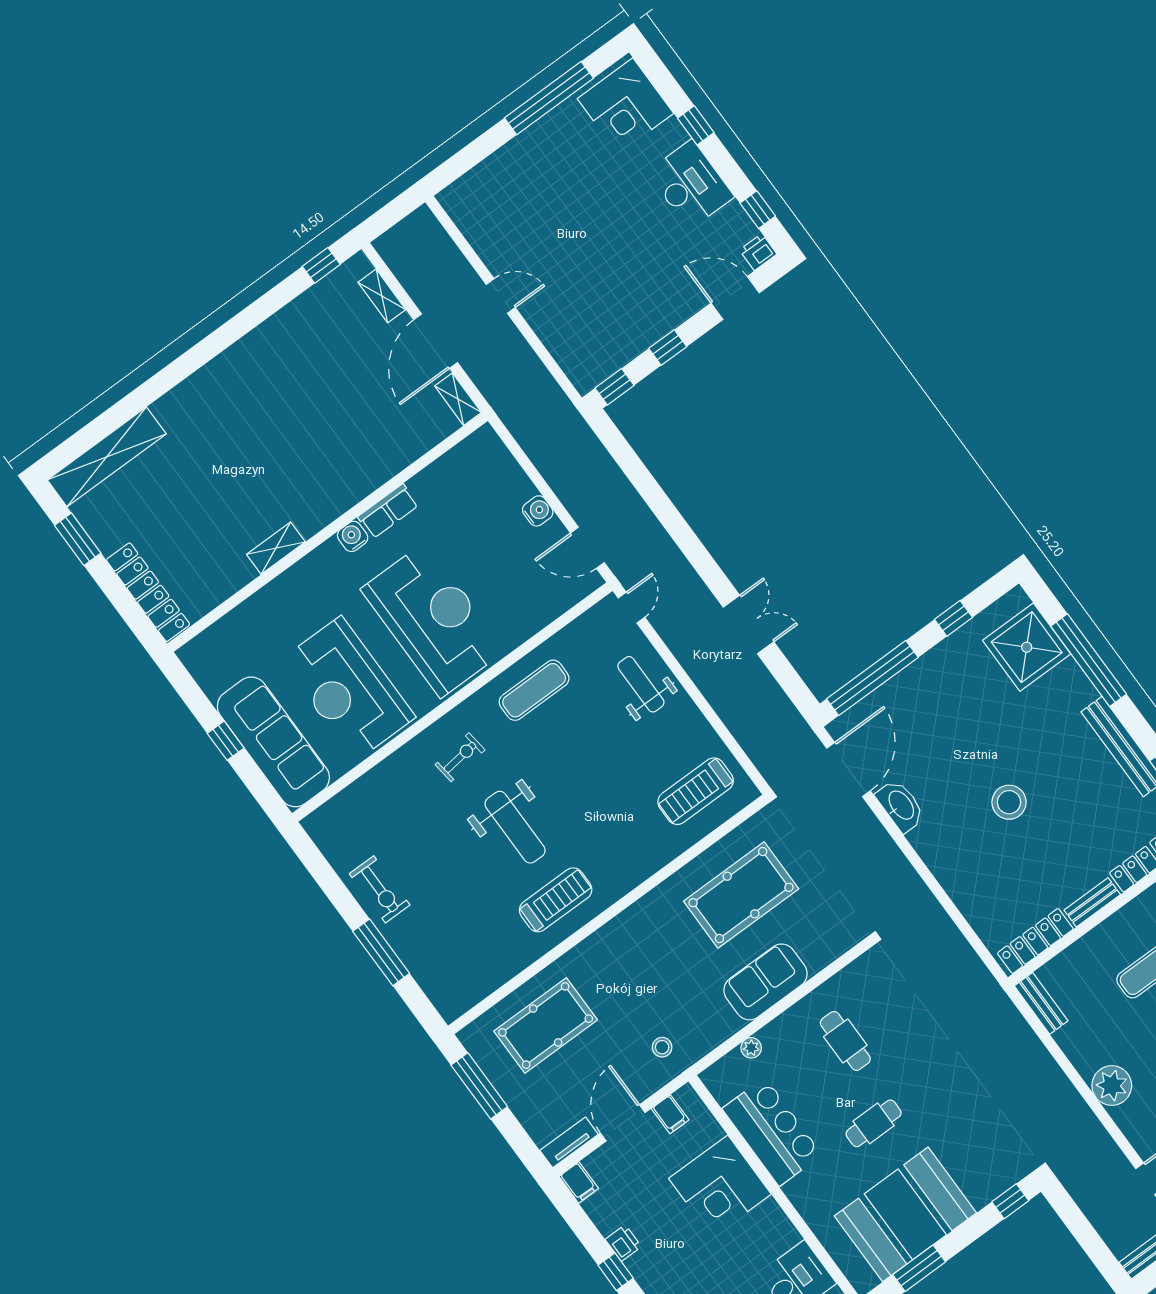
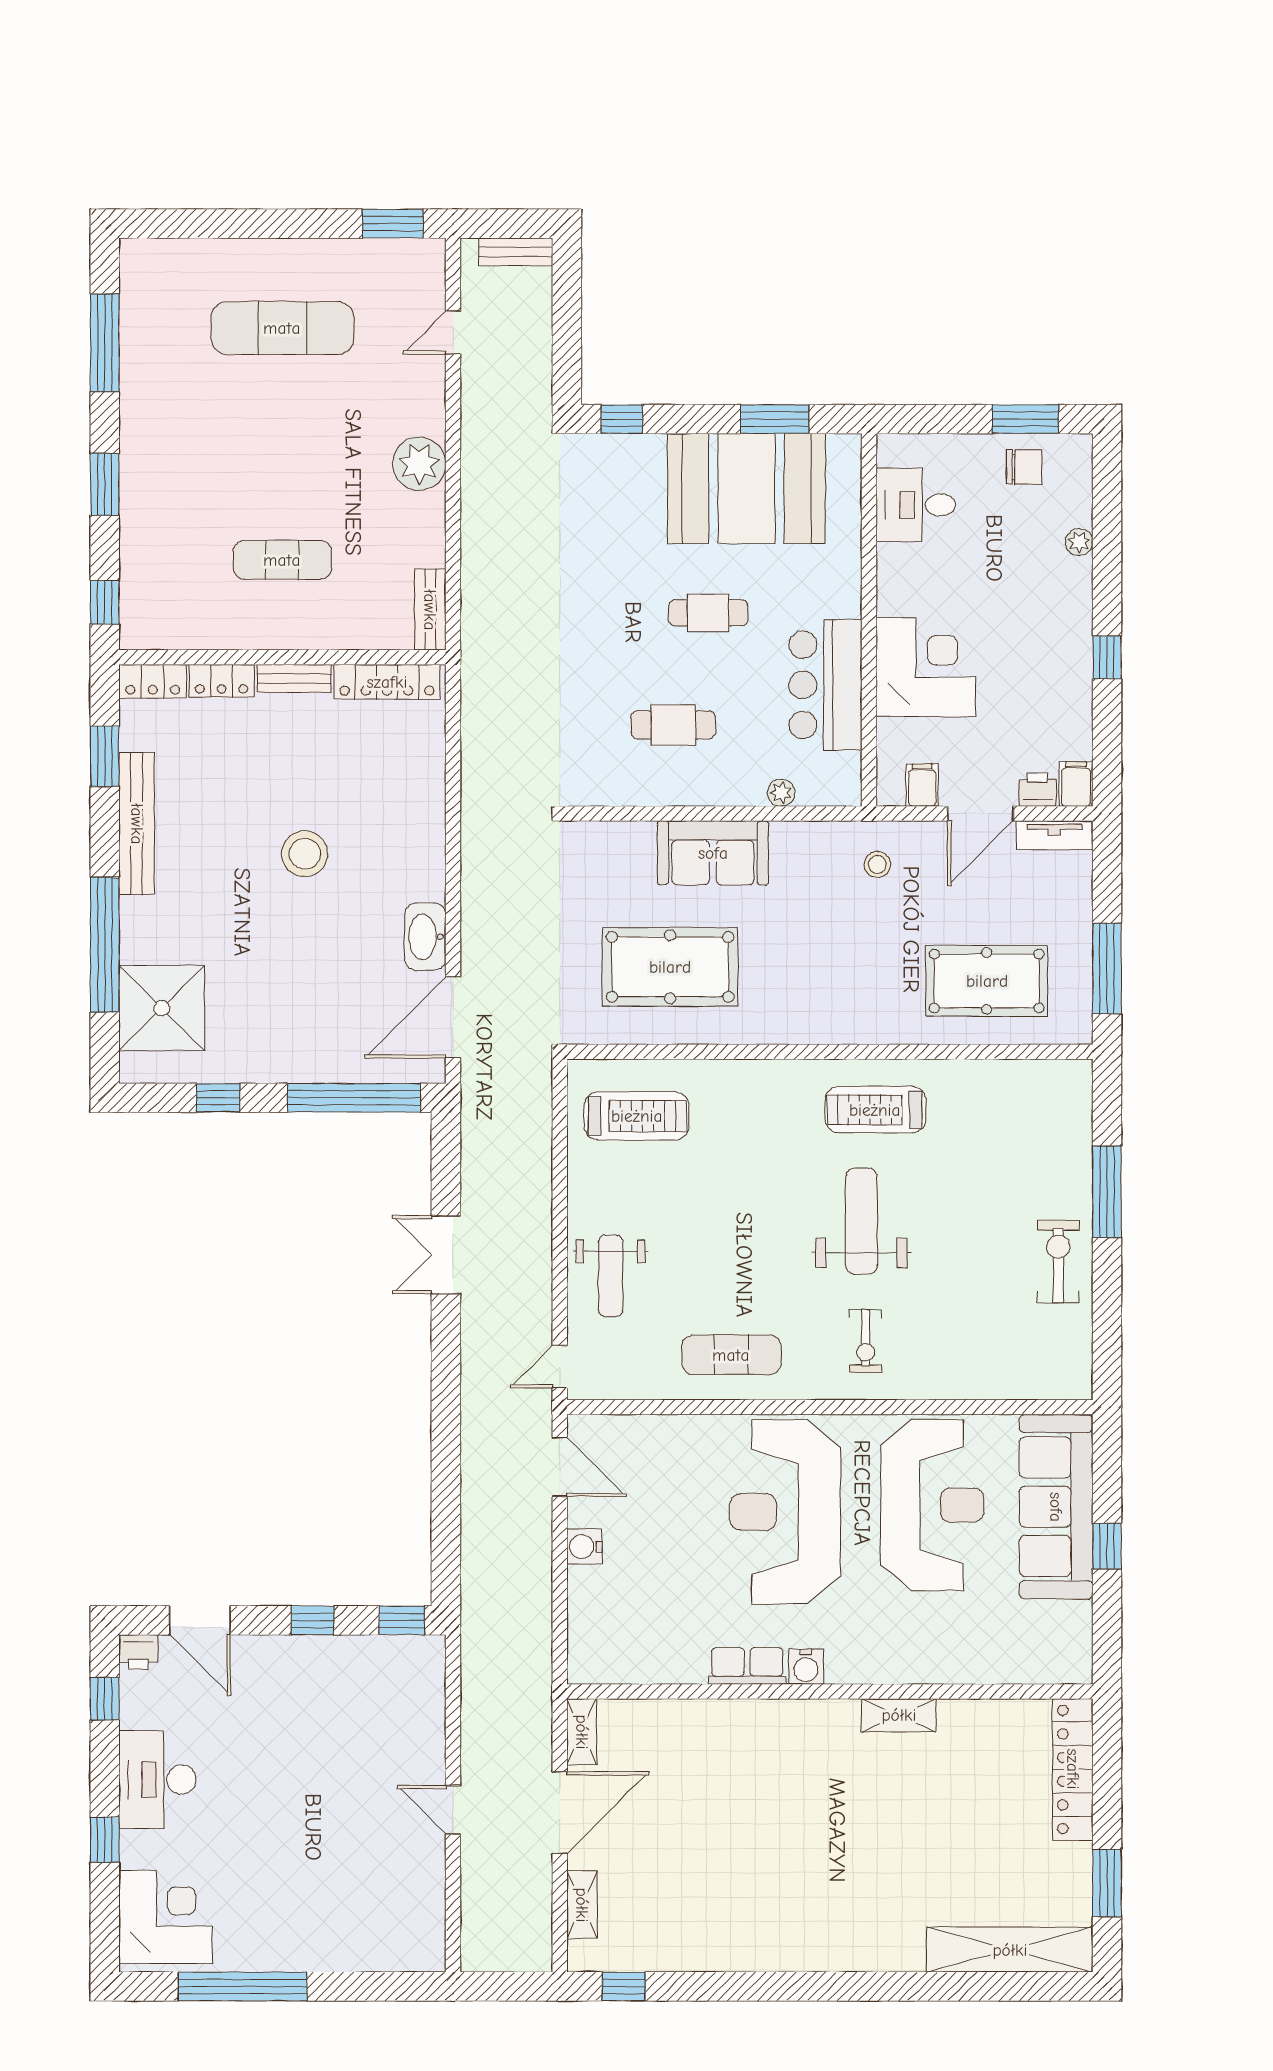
exercise bike: (460, 757) -> (866, 1341), turned -83
cafe table: (845, 1041) -> (673, 725), turned 90
printer: (623, 1243) -> (1038, 789), moved, turned 90

